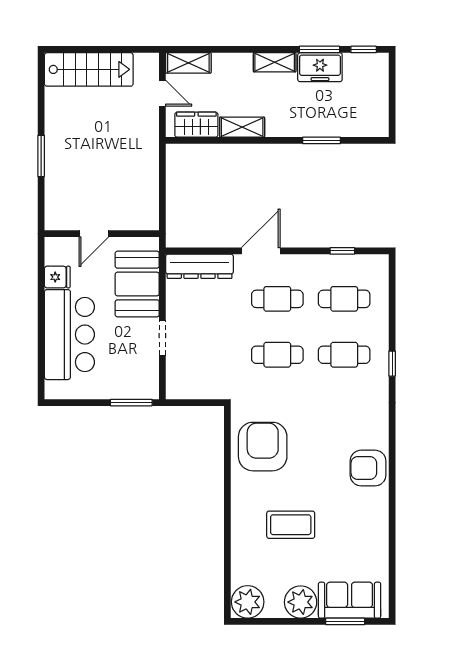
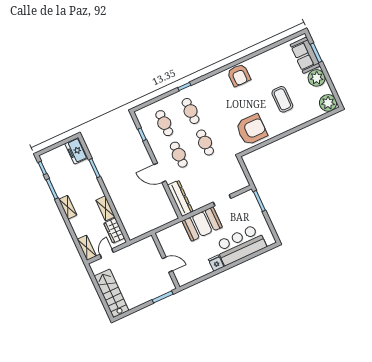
freezer: (320, 67) -> (76, 151), moved, turned 180
door: (94, 234) -> (167, 265), moved
wall: (102, 234) -> (166, 261), moved
armchair: (263, 447) -> (252, 130), turned 180

